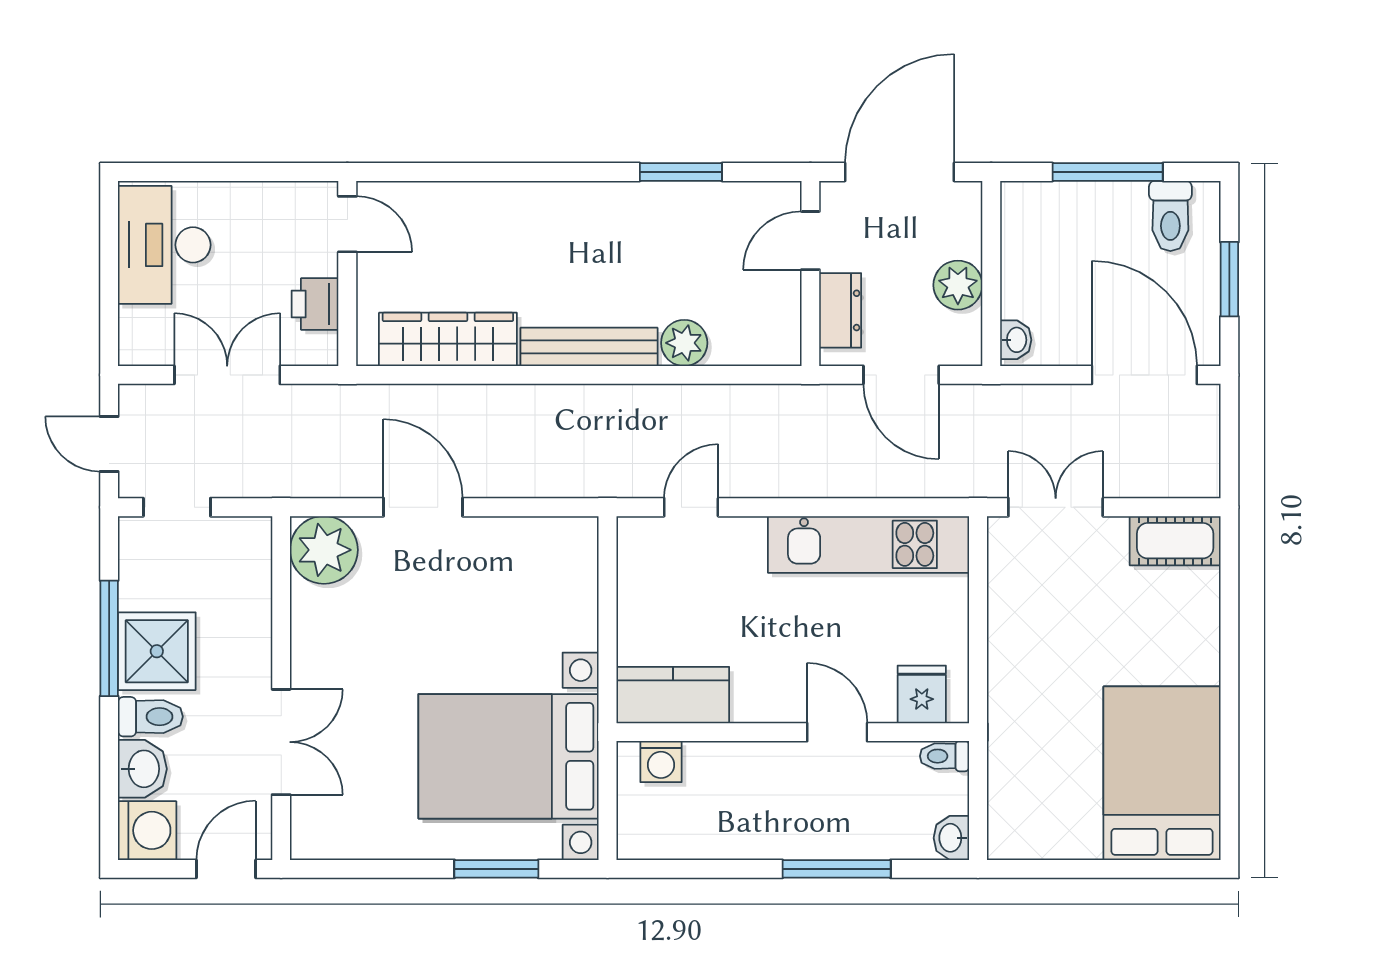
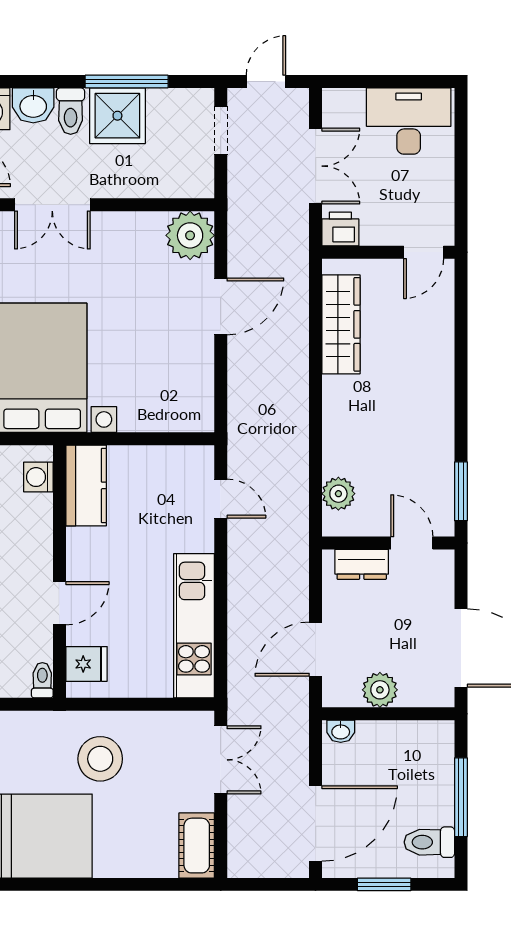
door: (810, 241) -> (412, 543), moved
wall: (810, 273) -> (388, 543), moved
printer: (315, 304) -> (340, 229), moved
dresser: (840, 310) -> (362, 564), moved
bench: (589, 347) -> (336, 425), removed
stool: (1054, 675) -> (100, 759), added

